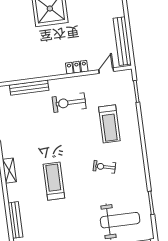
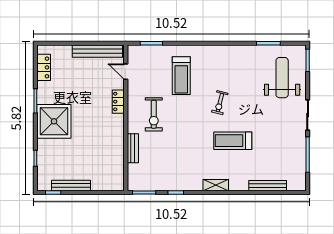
bench: (29, 88) -> (133, 148), width x0.73
treadmill: (109, 124) -> (181, 76), turned 90
exercise bike: (104, 167) -> (220, 103), moved

